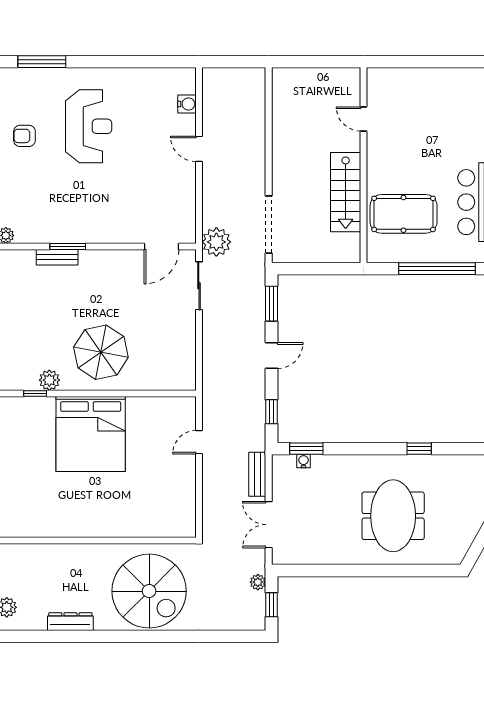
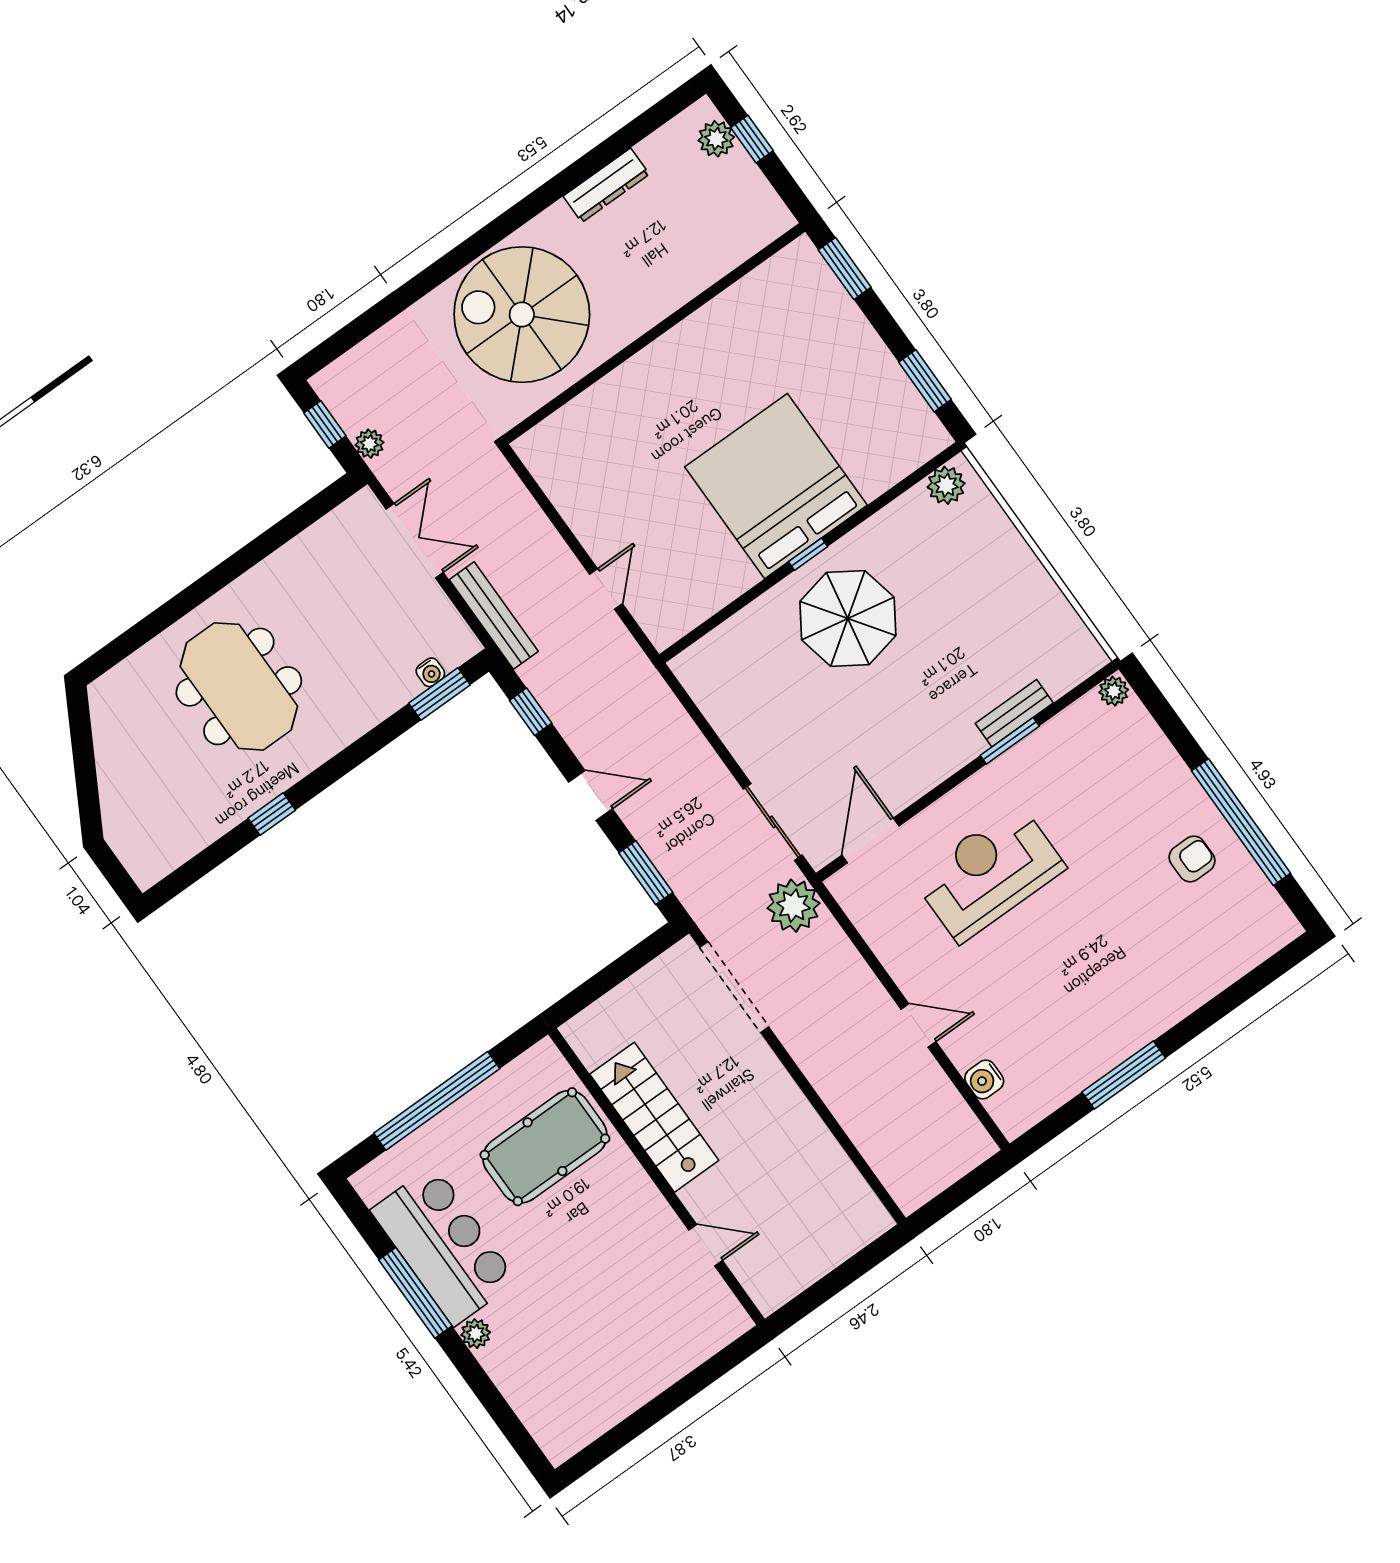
window: (42, 62) -> (1124, 1075), moved
reception desk: (89, 126) -> (989, 873), moved, turned 90
door: (272, 355) -> (591, 795), swing flipped
plant: (49, 380) -> (946, 485), moved
window: (35, 393) -> (808, 554), moved
bench: (257, 474) -> (494, 616), width x1.36

